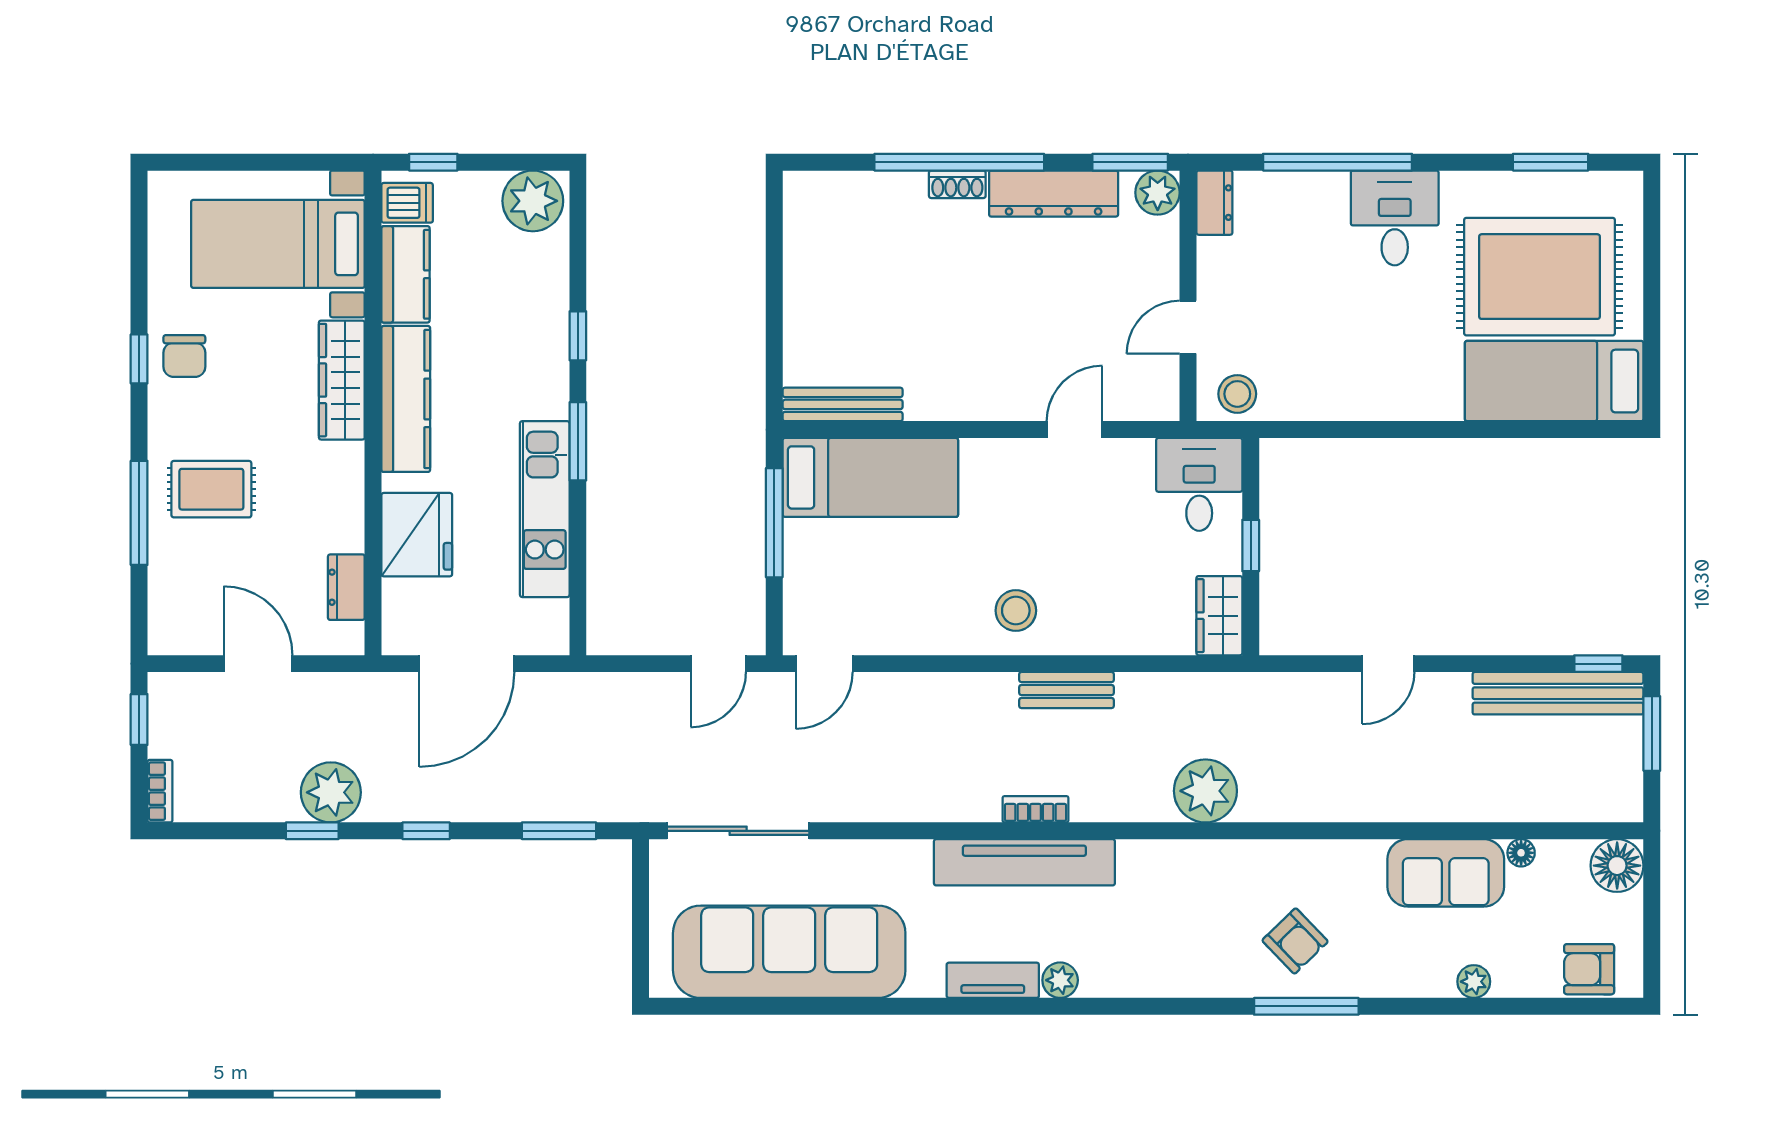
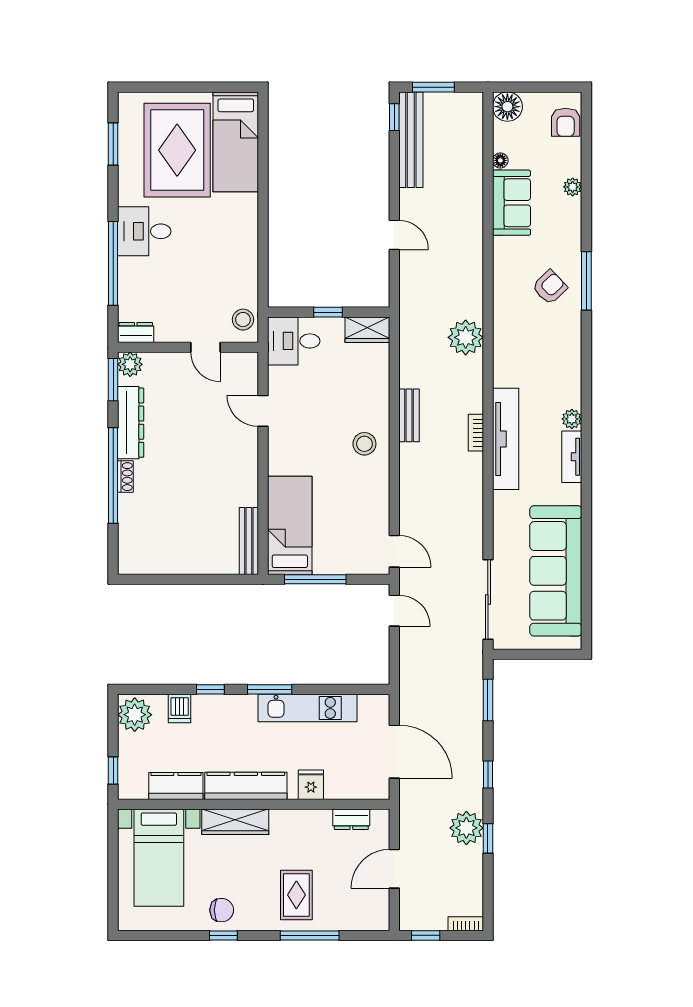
dishwasher: (407, 203) -> (180, 708), moved, turned 180
fridge: (417, 535) -> (311, 785), width x0.53, depth x0.75

